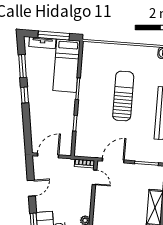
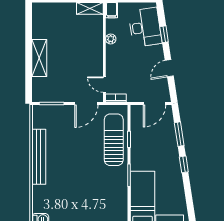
window: (23, 66) -> (179, 134), moved
sun lounger: (123, 96) -> (114, 140), moved, turned 180

